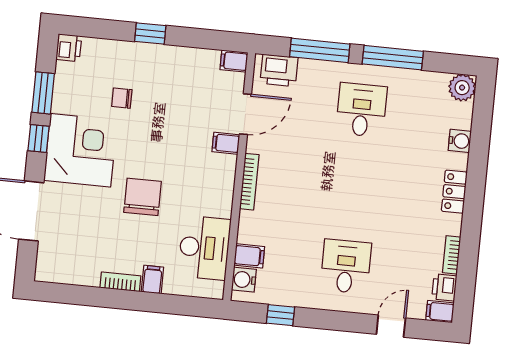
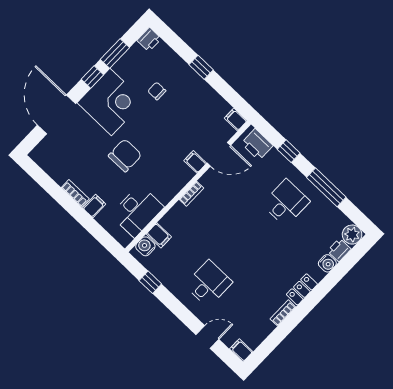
window: (320, 50) -> (289, 151), width x0.46
bookcase: (249, 182) -> (191, 194), width x0.64
bookcase: (452, 255) -> (283, 313), moved
printer: (444, 287) -> (339, 250), moved

